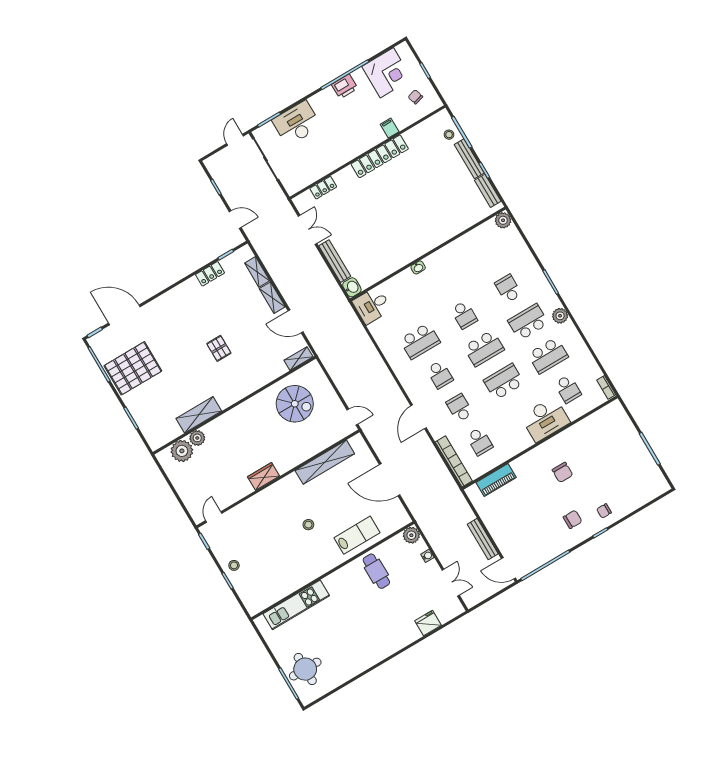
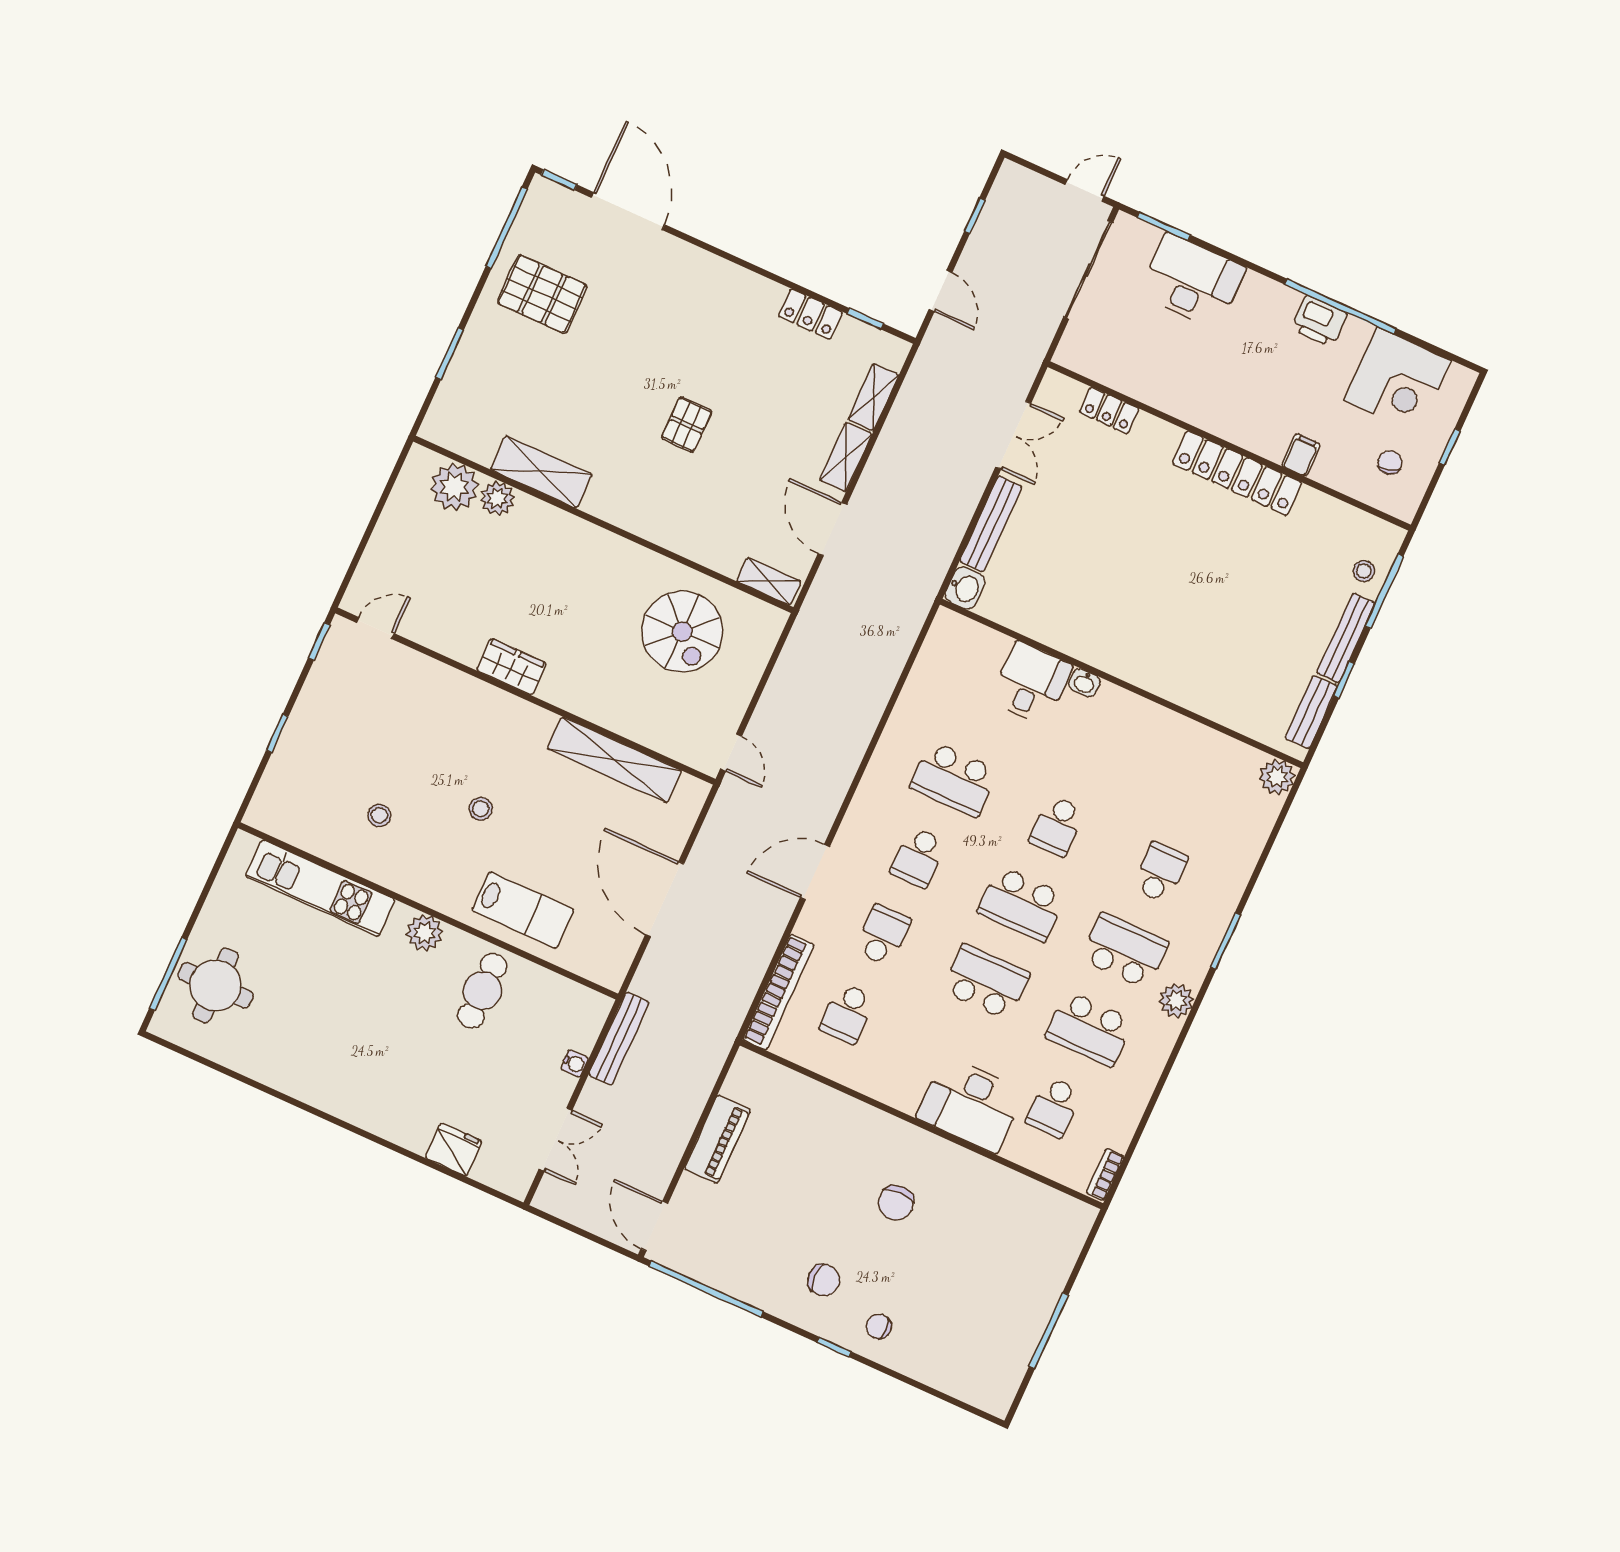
desk: (372, 305) -> (1031, 683), moved, turned 90
pallet: (133, 368) -> (542, 294), width x0.73, depth x0.71
piano: (496, 480) -> (717, 1139), moved, turned -90
plant: (411, 535) -> (425, 933), moved
bench: (483, 539) -> (619, 1039), moved
stool: (234, 565) -> (379, 815), moved

